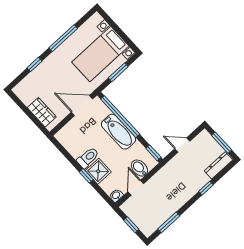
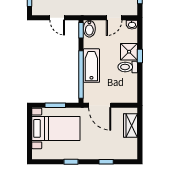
window: (63, 38) -> (71, 162), width x0.46
bidet: (139, 168) -> (89, 29), moved

